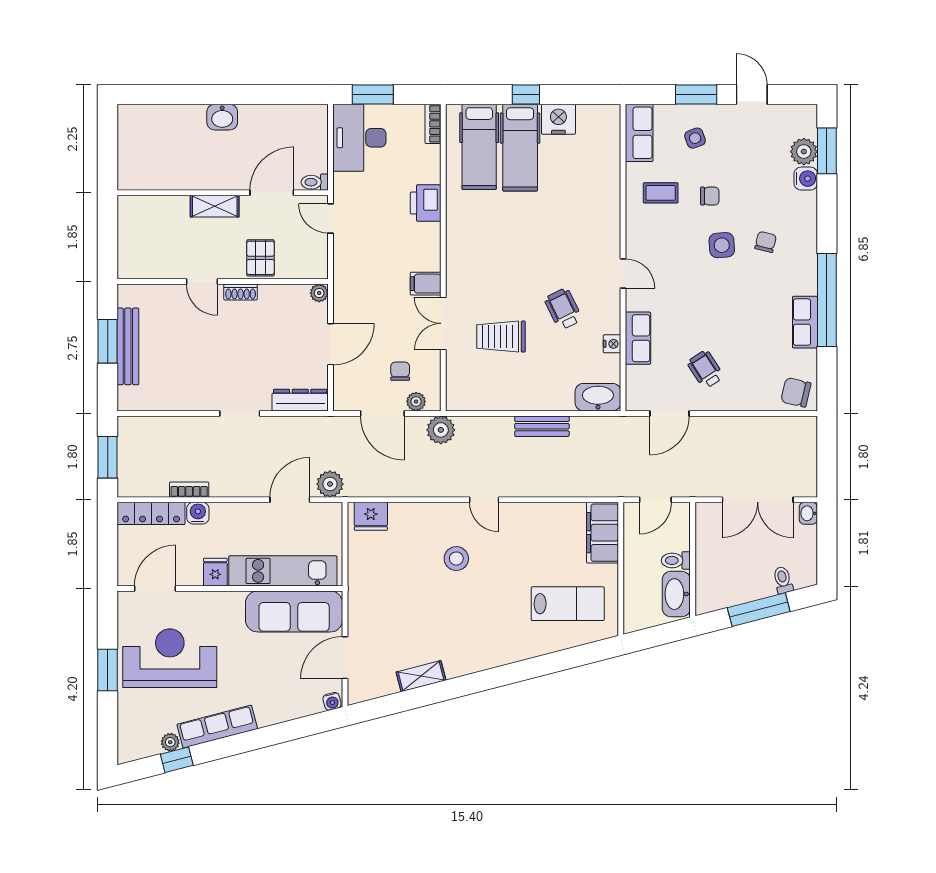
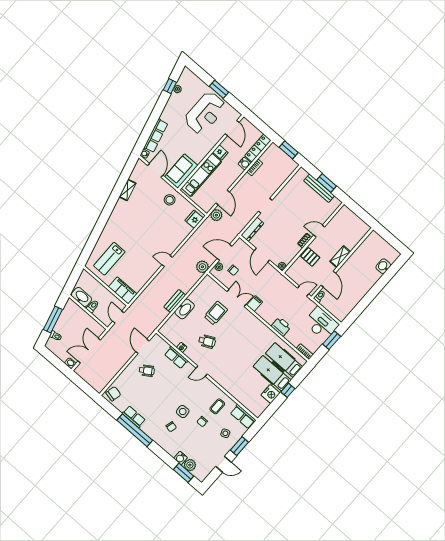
washbasin: (222, 117) -> (383, 266), moved
washbasin: (598, 397) -> (185, 309), moved
stool: (456, 559) -> (170, 200), moved
sofa: (294, 611) -> (181, 171), width x0.73
row of seats: (217, 727) -> (156, 136), moved

